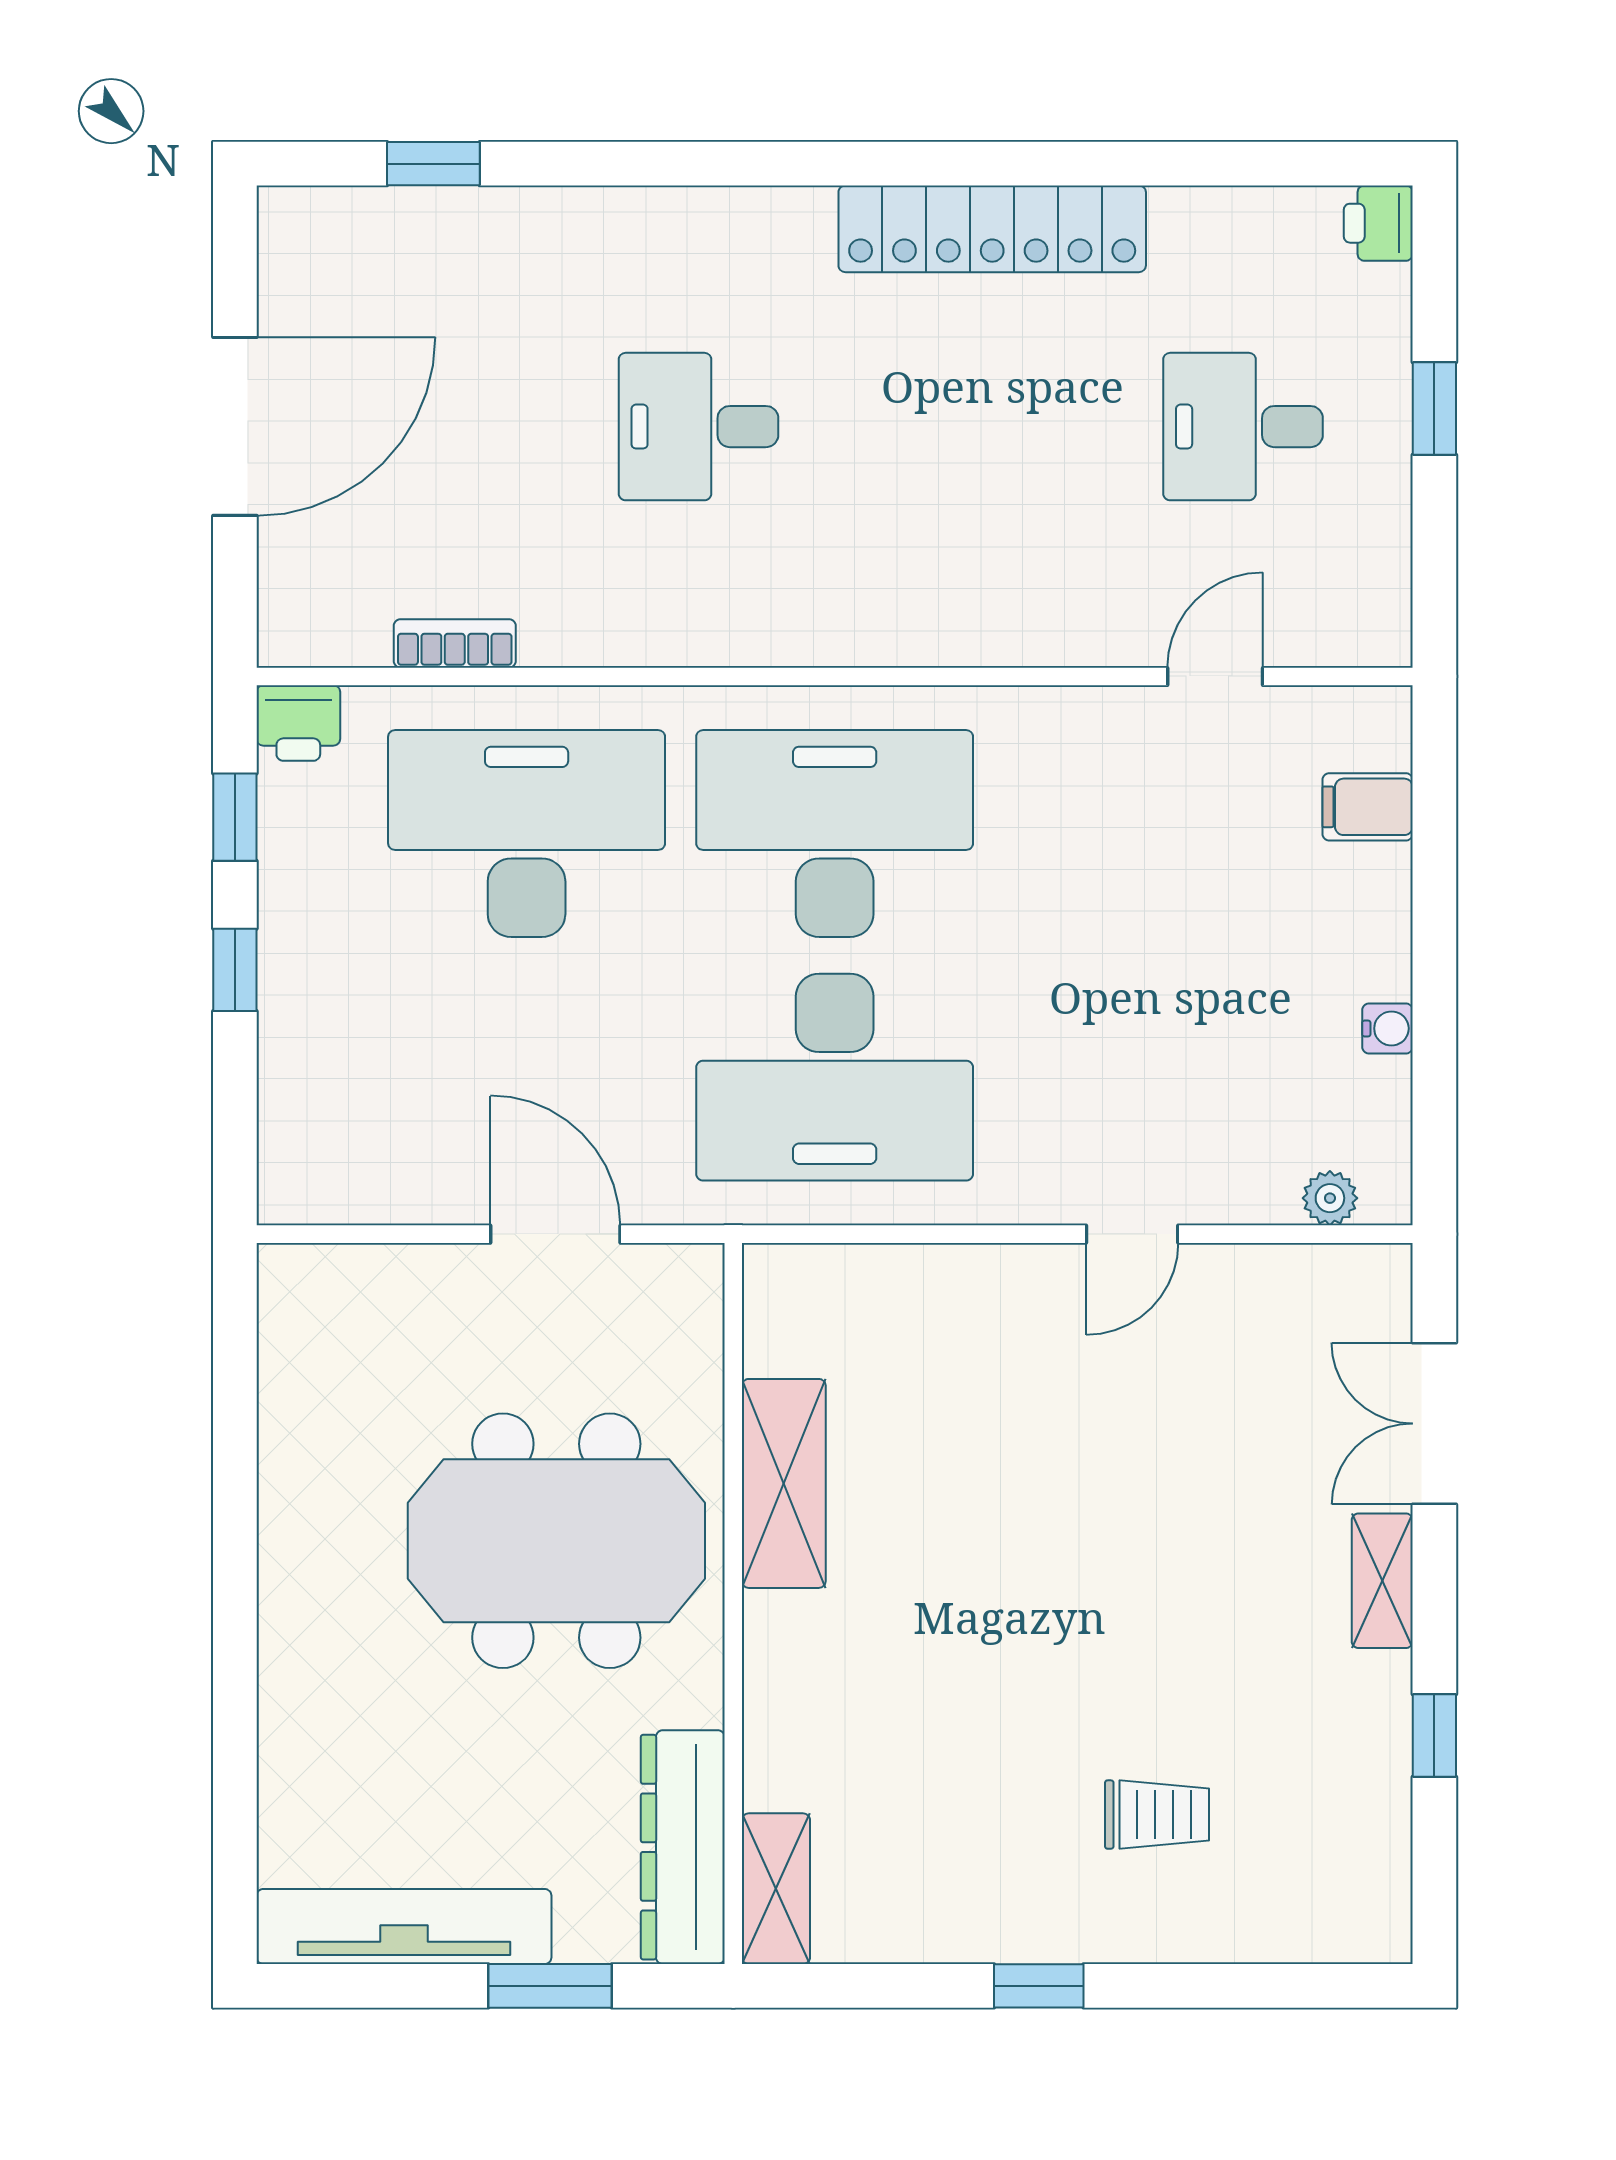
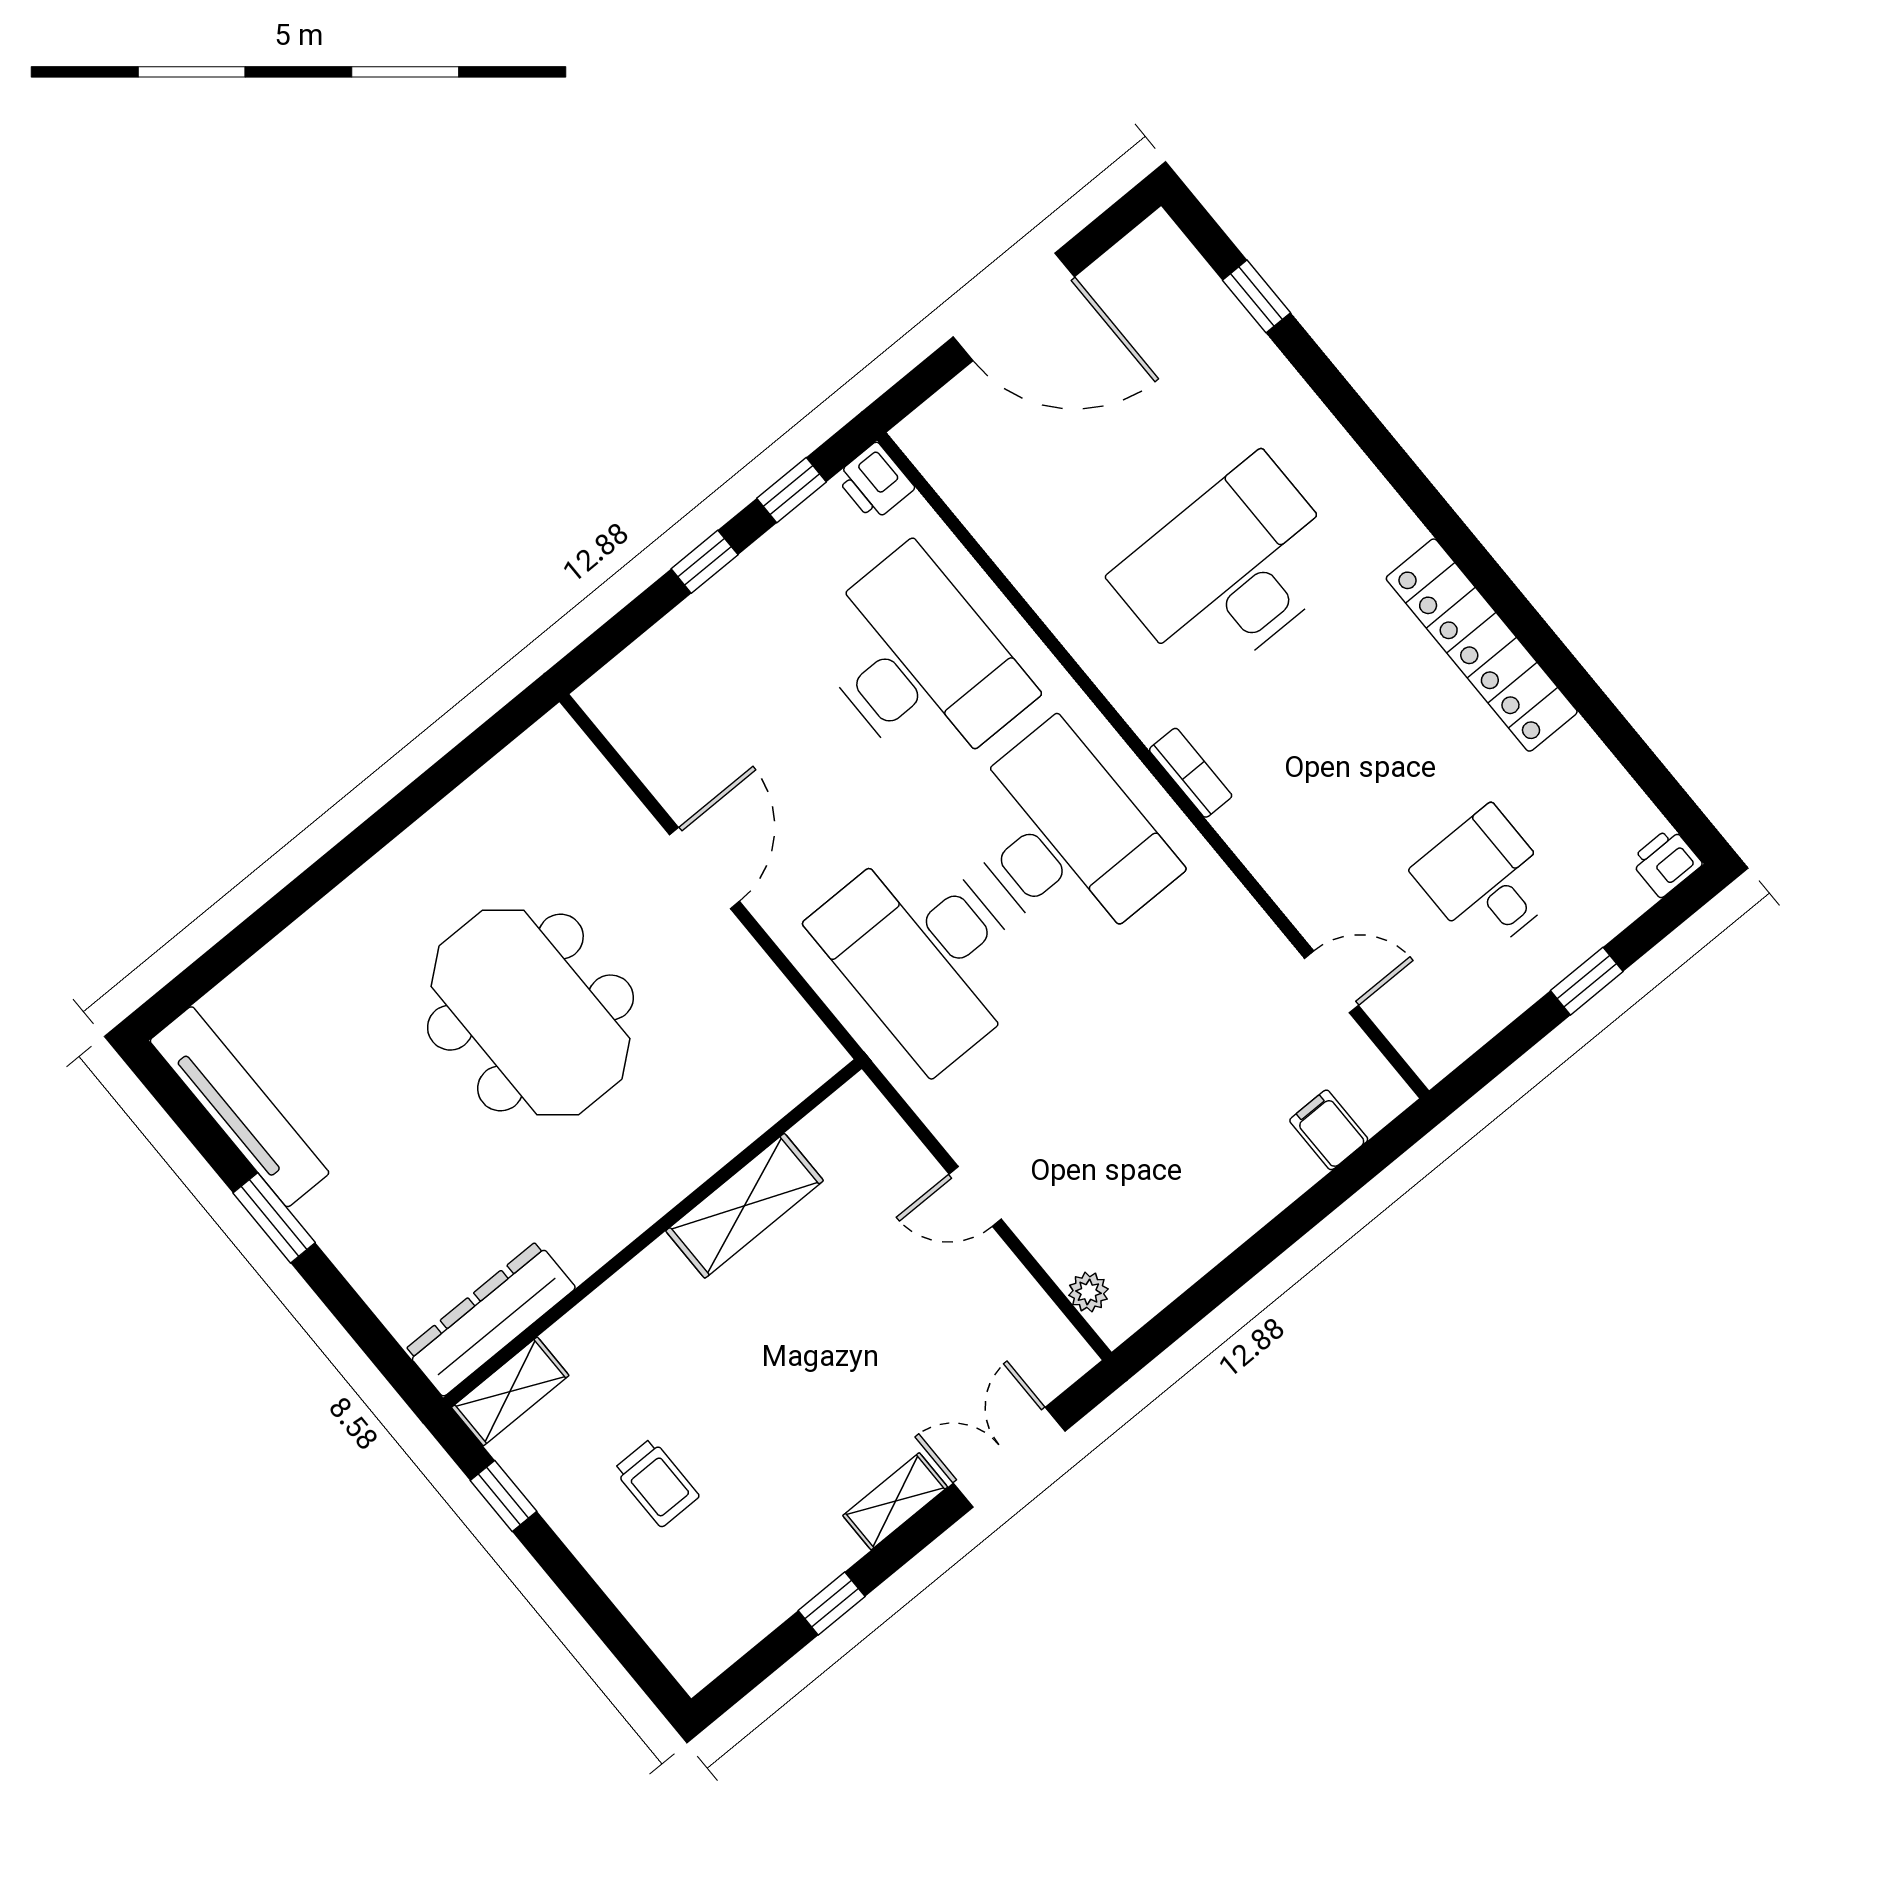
desk: (698, 427) -> (1231, 571), width x1.87, depth x1.30
bookcase: (455, 643) -> (1191, 773), moved
water cooler: (1387, 1028) -> (1212, 1245), removed
shelving: (784, 1483) -> (745, 1206), moved
wall: (733, 1604) -> (652, 1233), moved
dresser: (683, 1847) -> (490, 1319), moved
shelving: (776, 1889) -> (510, 1391), moved

